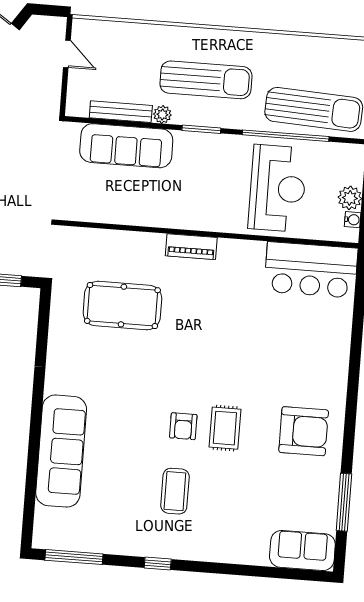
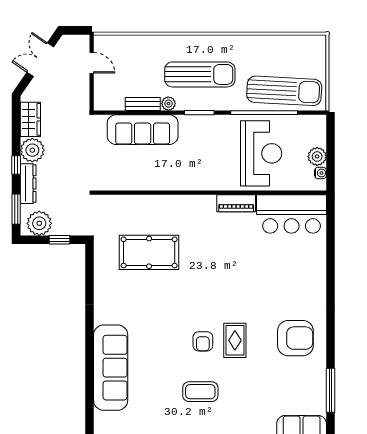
bench: (121, 112) -> (143, 104), width x0.73
piano: (191, 247) -> (236, 203), moved
coffee table: (175, 491) -> (200, 392), turned 90

